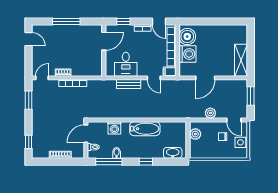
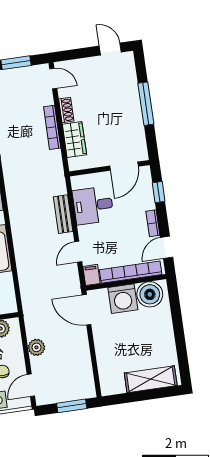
door: (29, 39) -> (110, 49), swing flipped
door: (104, 41) -> (124, 166), hinge flipped
shelving: (241, 60) -> (151, 379), moved
wardrobe: (82, 70) -> (74, 139), added
door: (205, 78) -> (87, 310), moved

